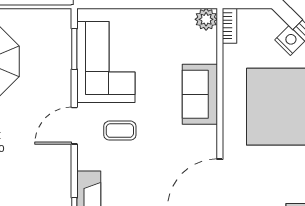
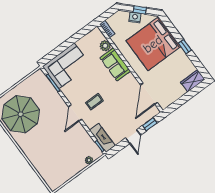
plant: (206, 19) -> (105, 46), moved
corner sofa: (106, 62) -> (67, 66), moved, turned 90

